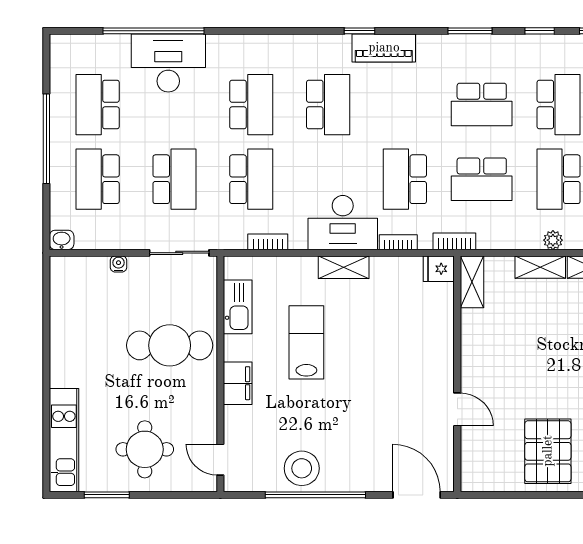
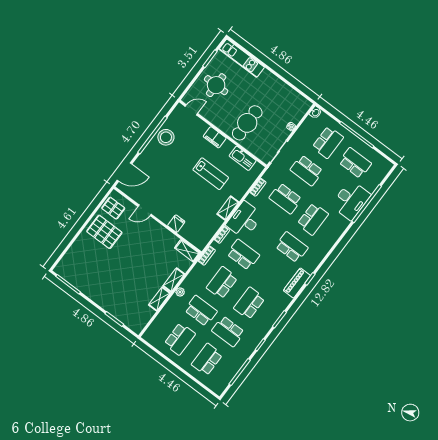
school desk: (251, 105) -> (313, 219), turned -90
school desk: (328, 105) -> (292, 247), turned 180
school desk: (98, 179) -> (328, 142), turned 90
fridge: (439, 269) -> (176, 224), moved
pallet: (495, 467) -> (113, 208), added

